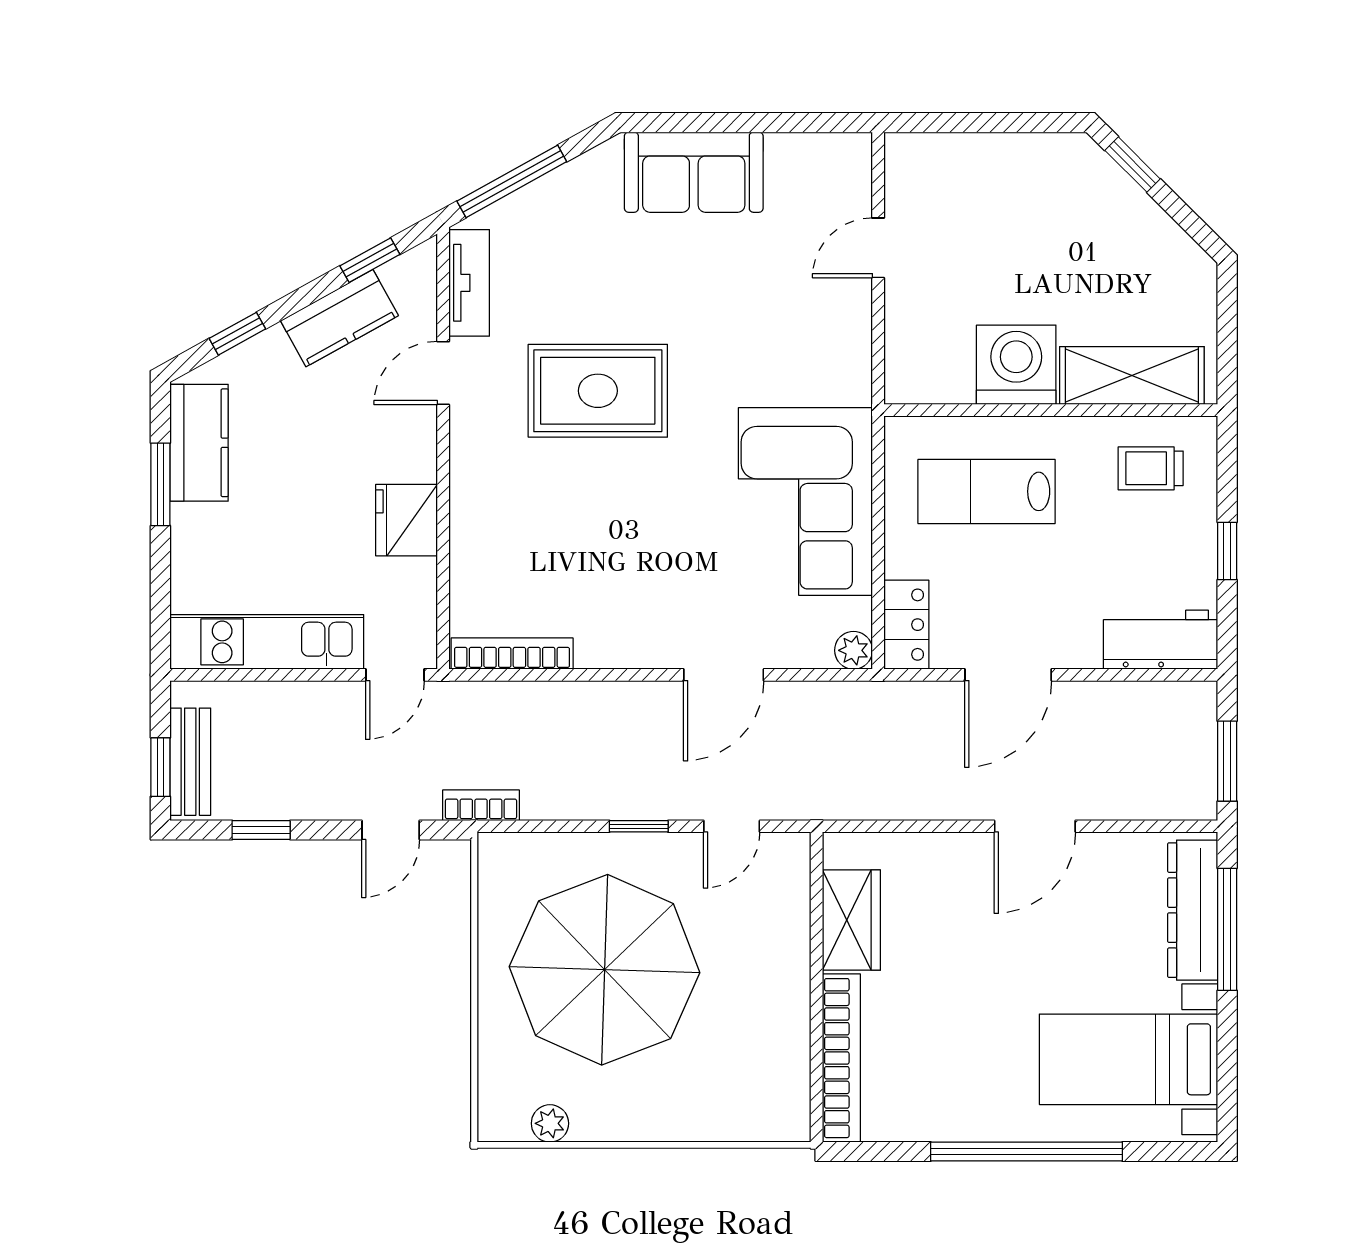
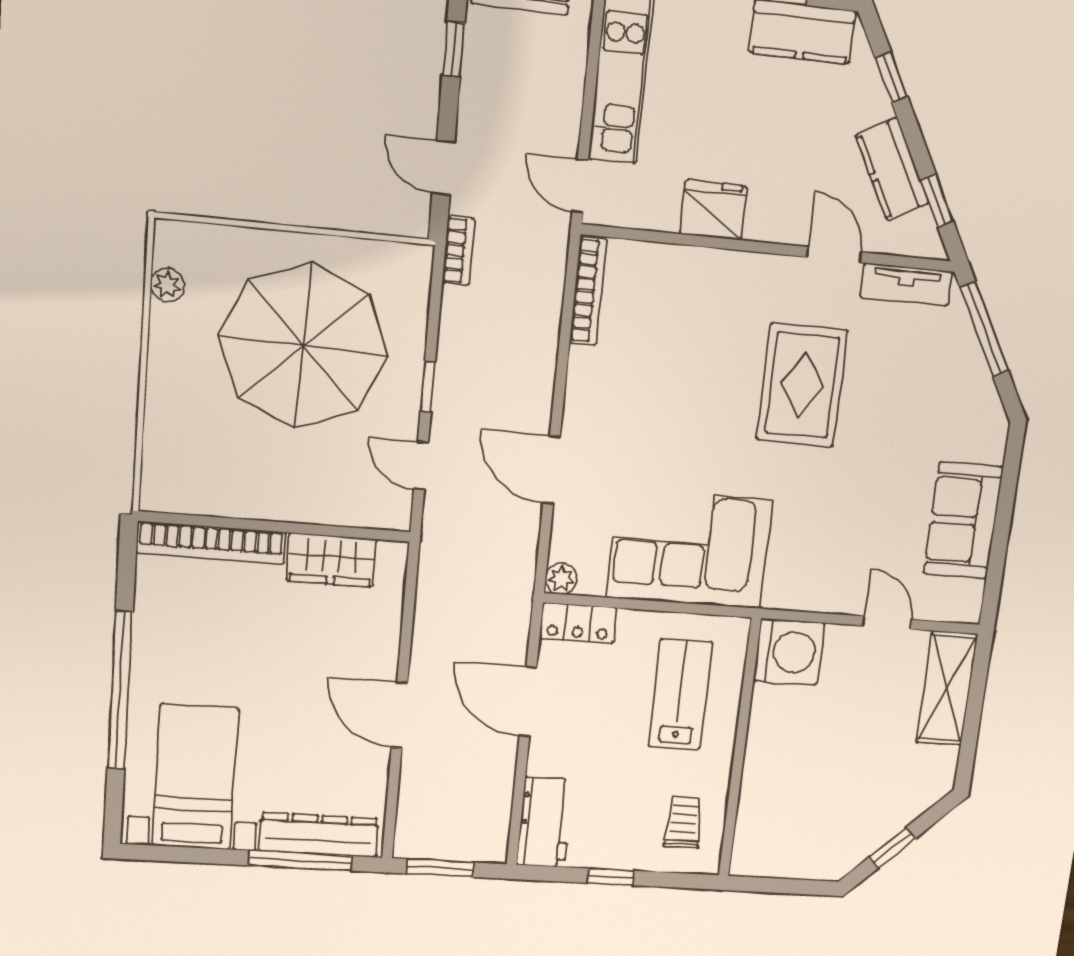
window: (1133, 165) -> (892, 848), moved
sofa: (694, 172) -> (963, 520), moved
washing machine: (1016, 365) -> (789, 652), moved
shelving: (1132, 376) -> (947, 688), moved

